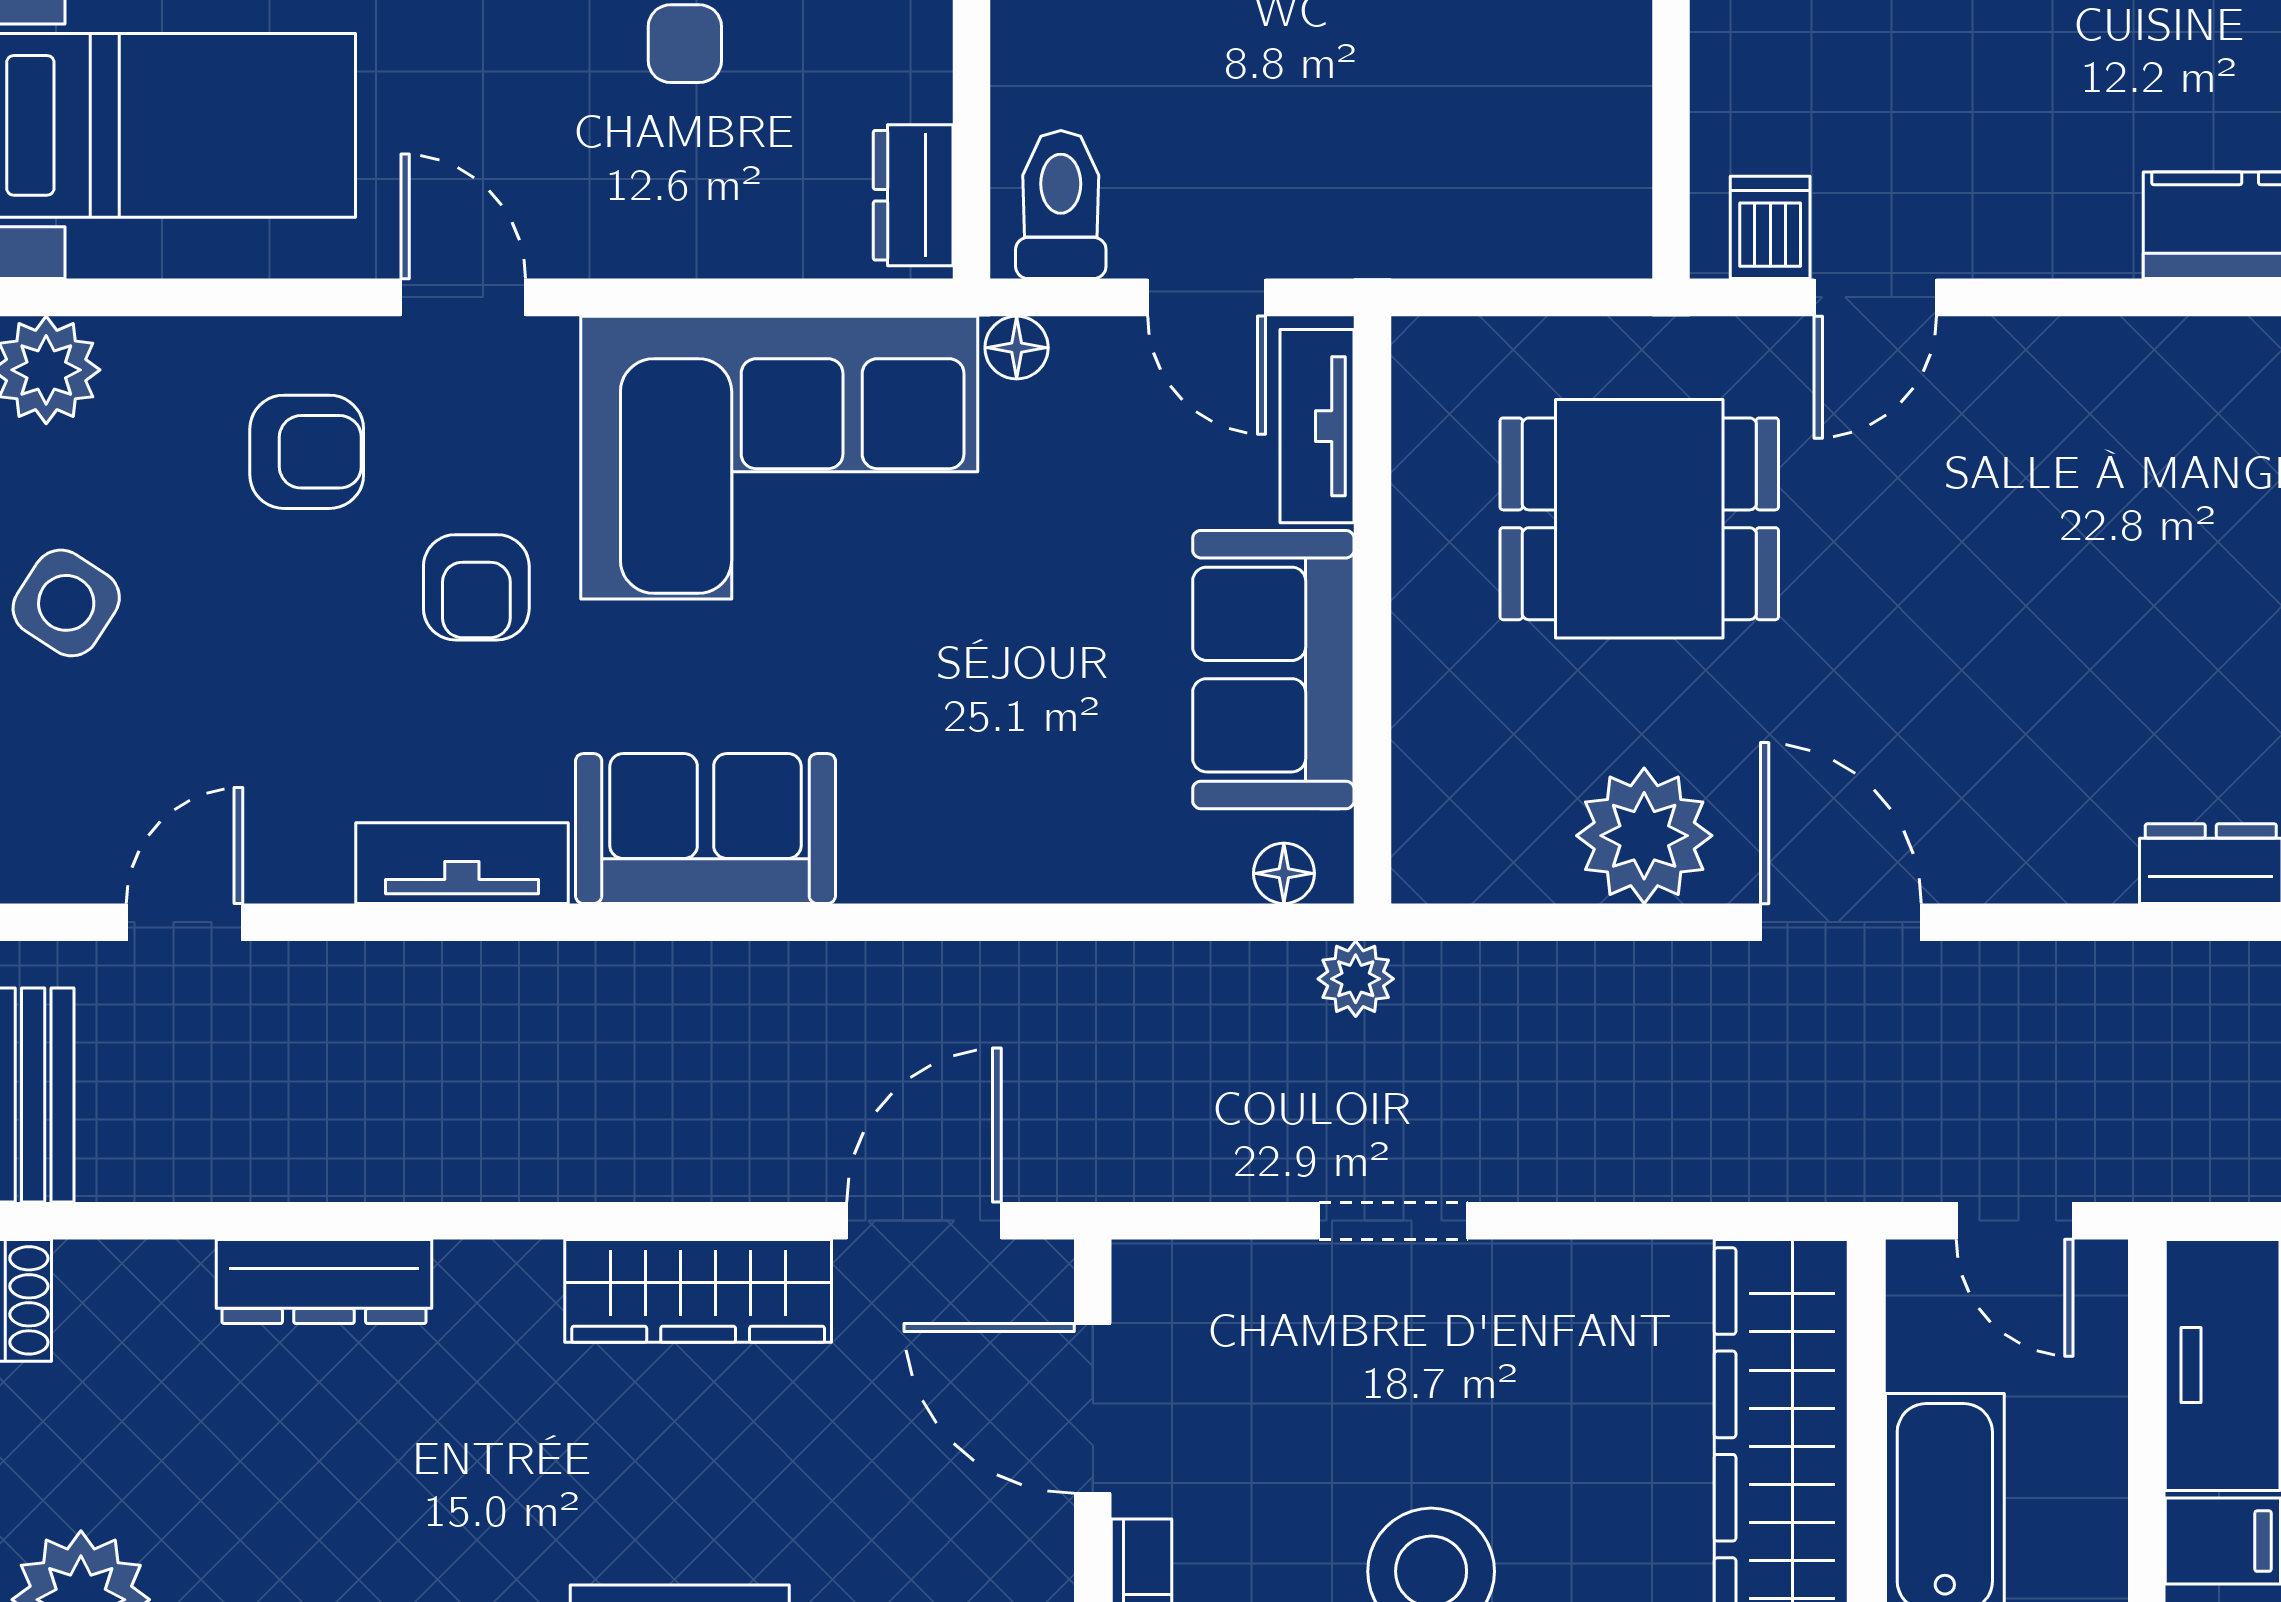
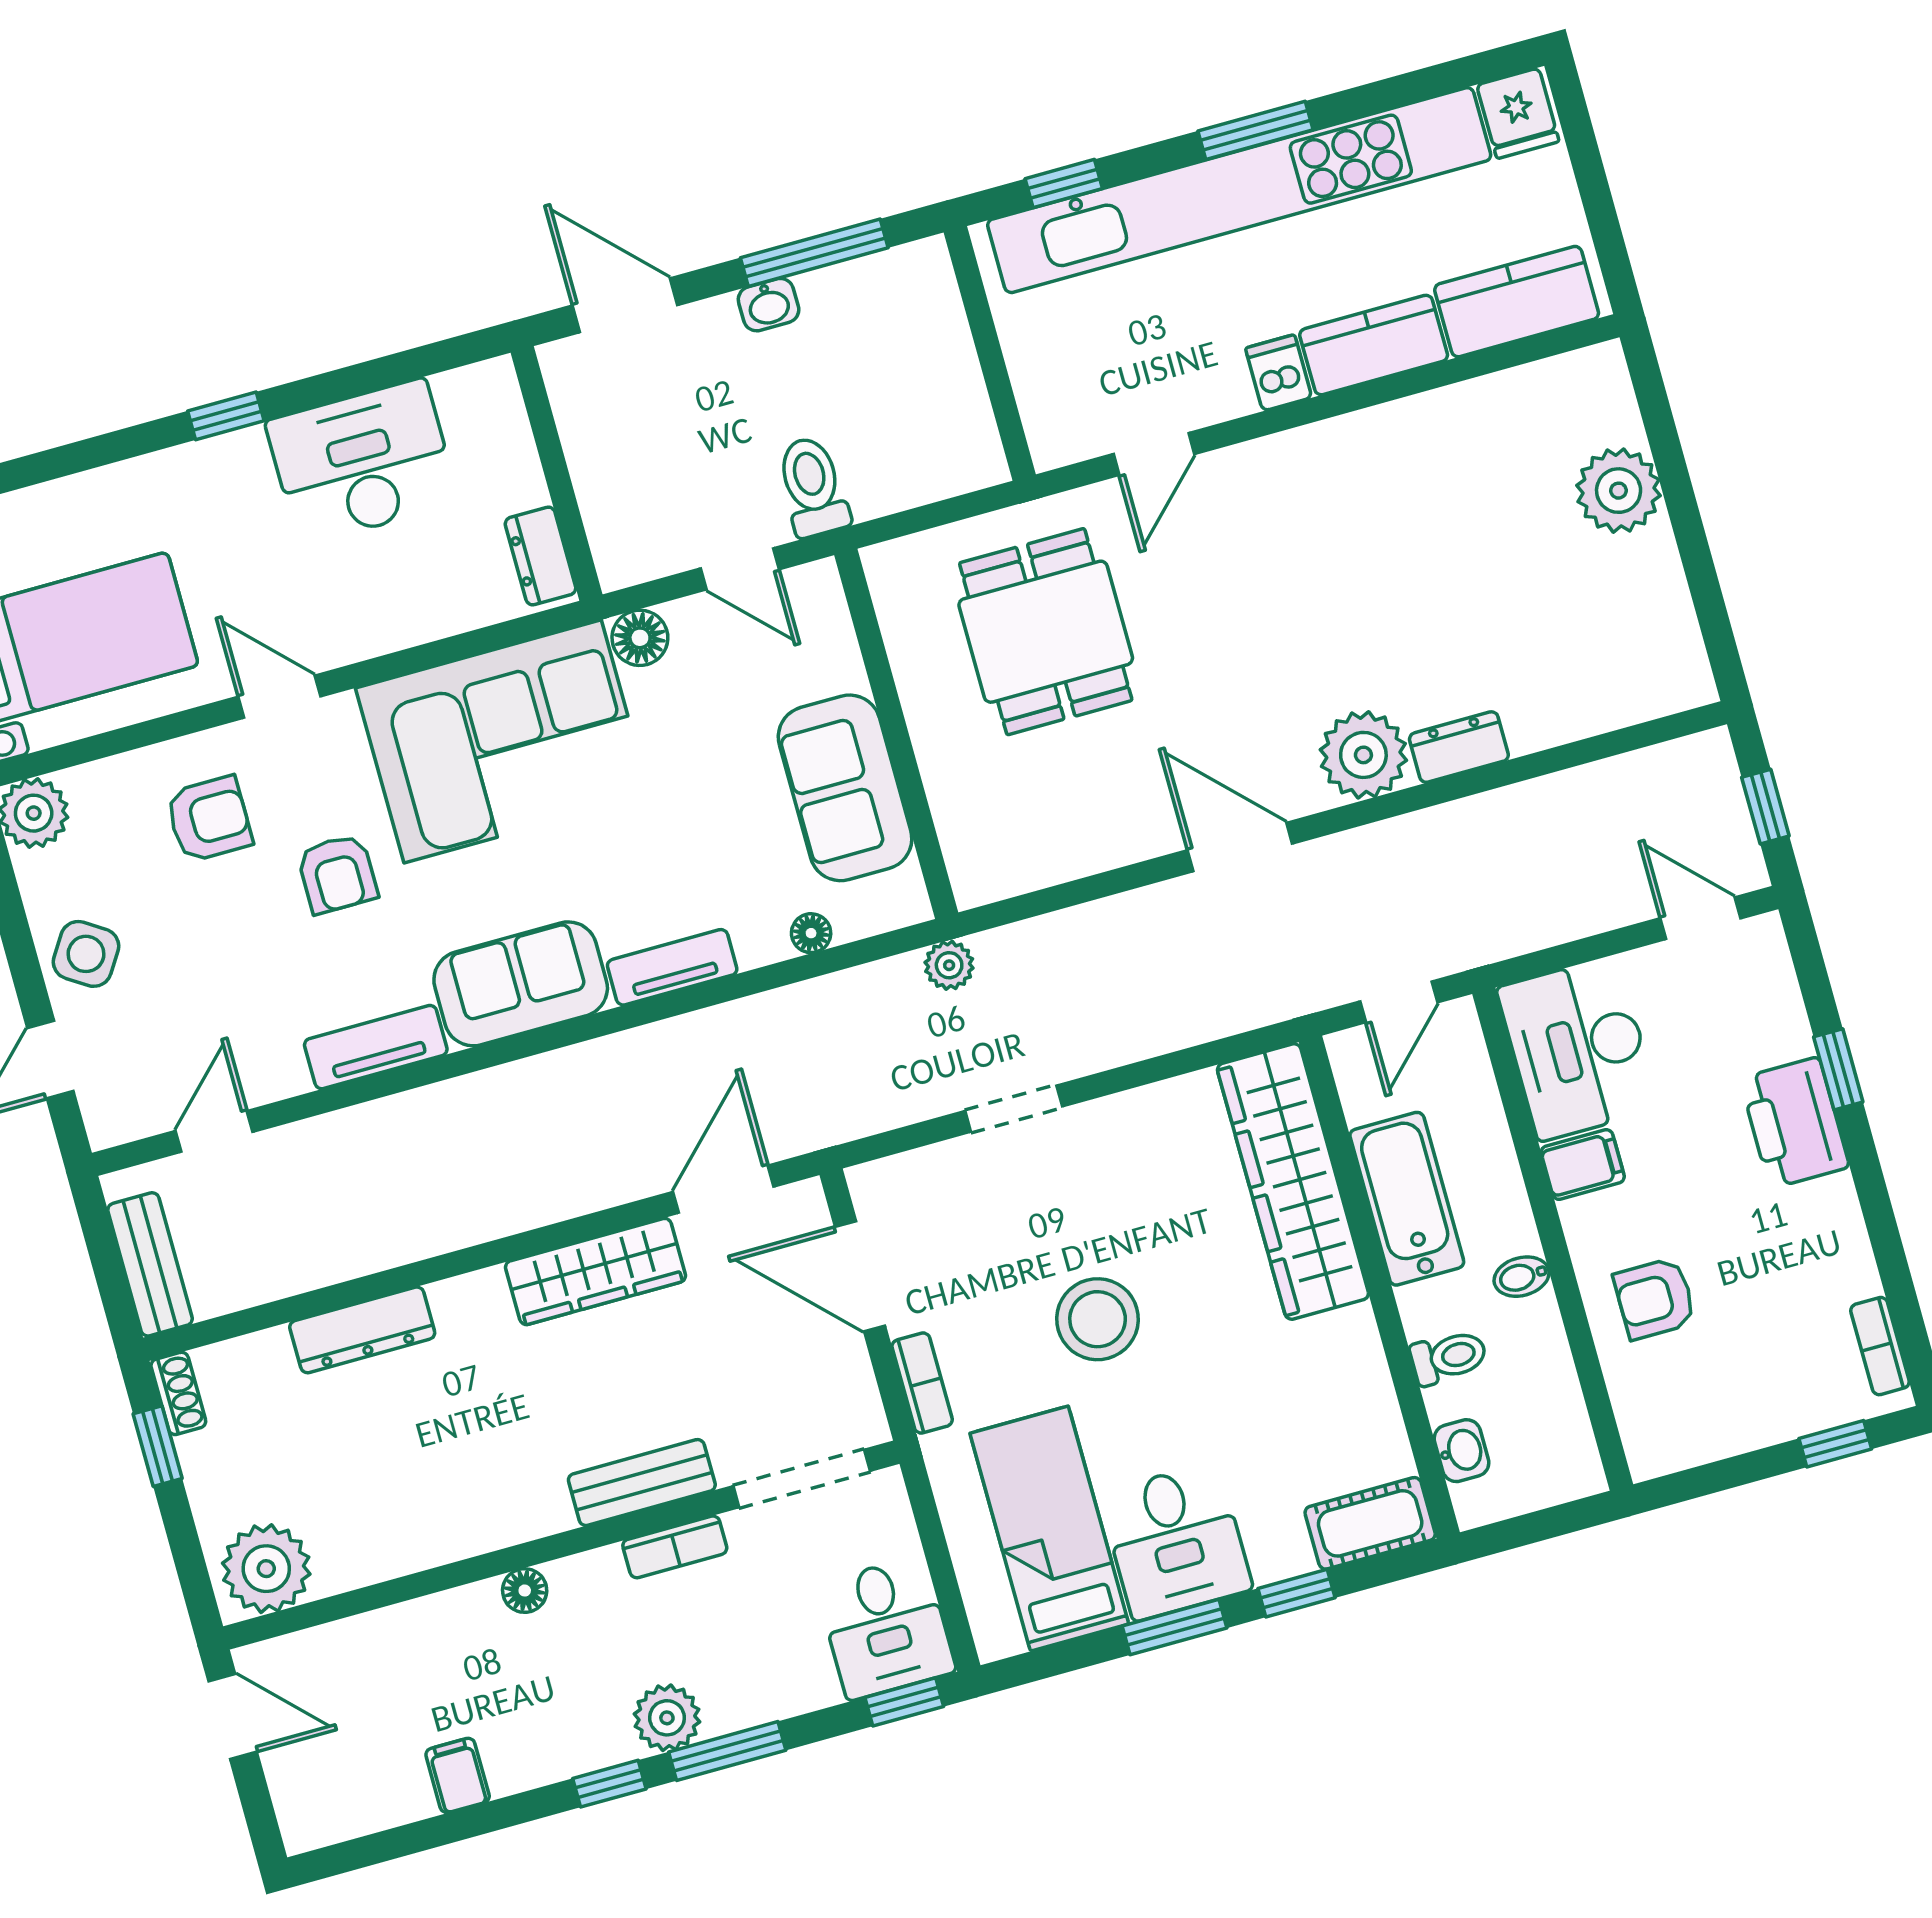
toilet: (1061, 205) -> (813, 487), moved
dishwasher: (1770, 227) -> (1279, 373), moved
floor lamp: (1017, 348) -> (640, 638), width x1.37, depth x1.37
tv unit: (1317, 426) -> (672, 967), moved, turned 90
dining table: (1639, 519) -> (1046, 632), turned 90
plant: (1644, 836) -> (1363, 755), moved
floor lamp: (1284, 873) -> (811, 933), moved
door: (2015, 1221) -> (1399, 1002), hinge flipped

